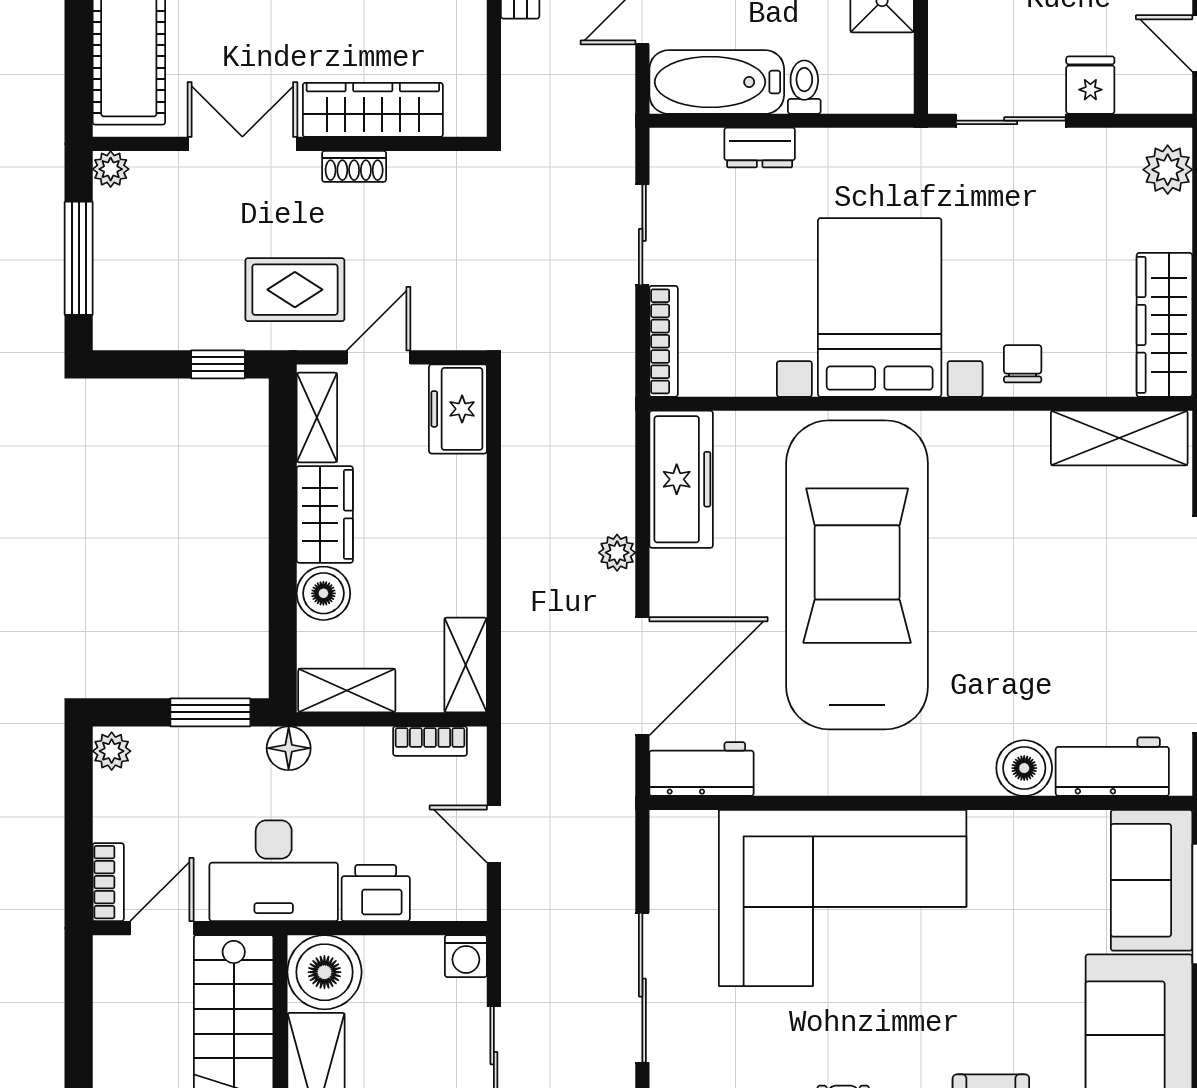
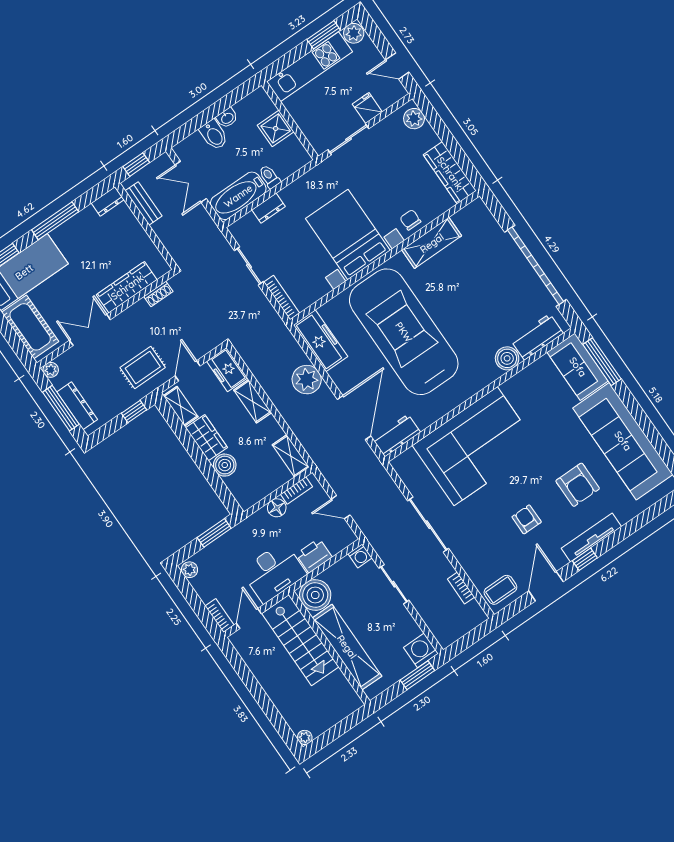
shoe rack: (354, 166) -> (158, 294), moved
dresser: (114, 276) -> (77, 406), added
shelving: (1119, 438) -> (432, 243), moved
plant: (617, 553) -> (307, 380), width x1.88, depth x1.88
shelving: (347, 690) -> (253, 401), moved, turned 90
floor lamp: (289, 748) -> (277, 508), moved

